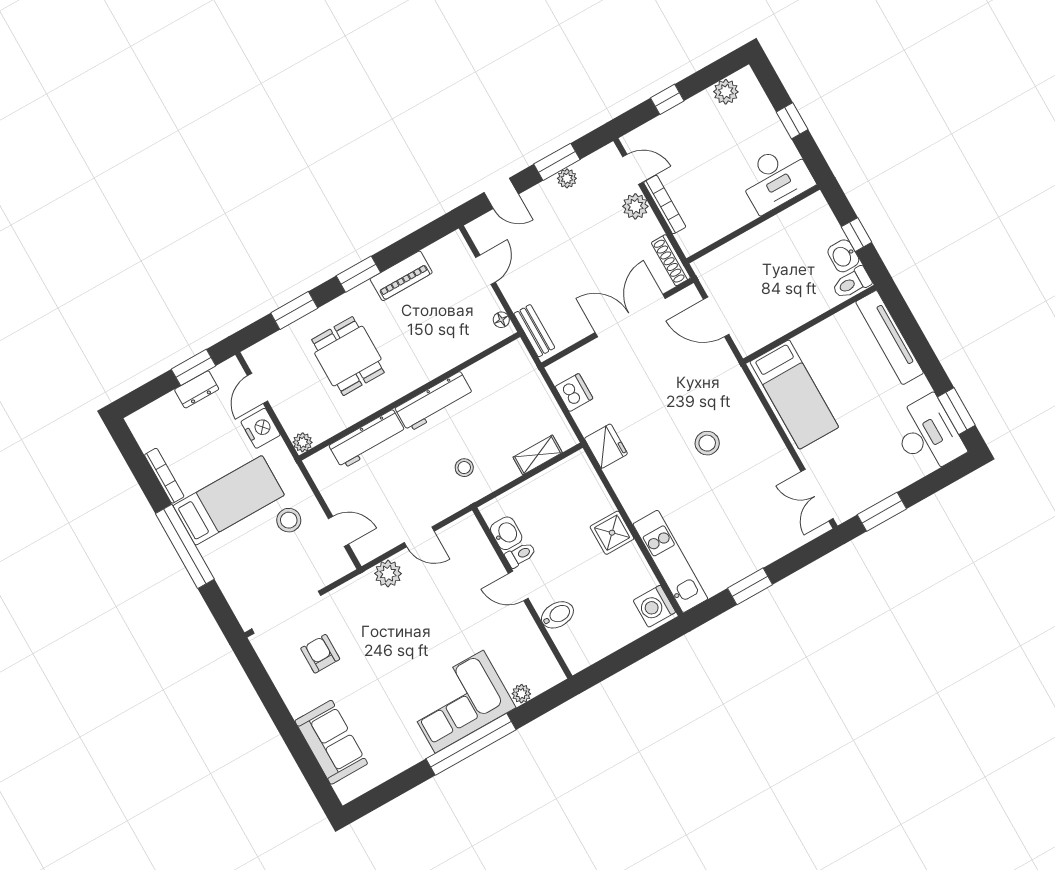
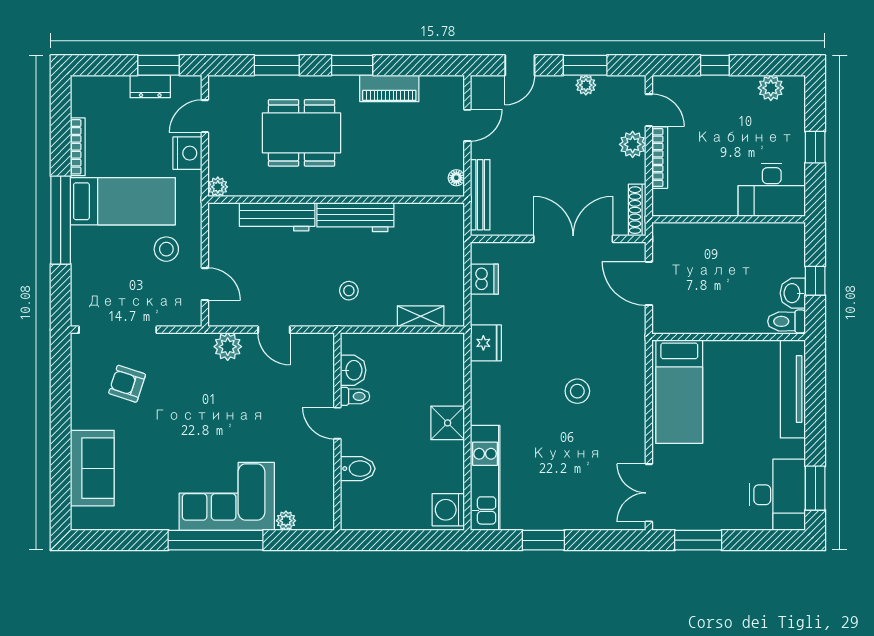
door: (501, 193) -> (520, 65), hinge flipped
bench: (534, 331) -> (480, 195), width x1.36
dining table: (348, 356) -> (302, 133), width x1.38
armchair: (320, 654) -> (127, 384), turned -72

